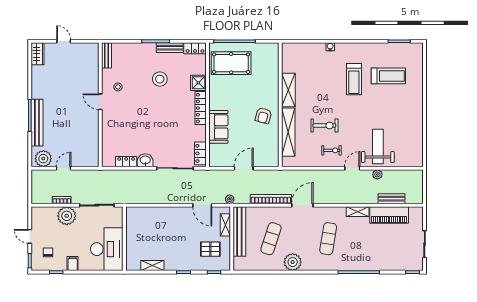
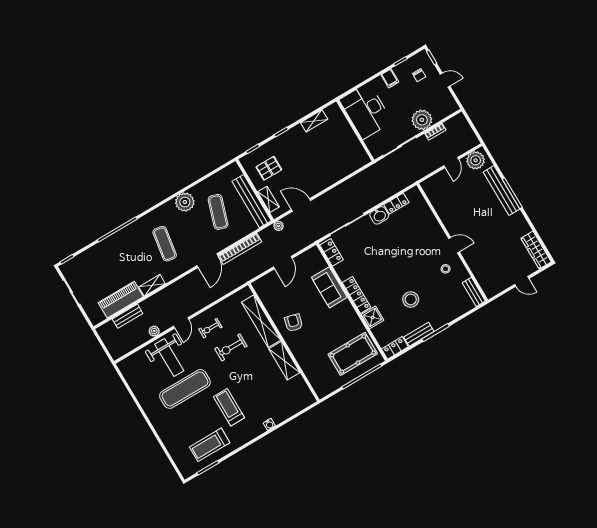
wardrobe: (38, 54) -> (536, 250), width x1.50
treadmill: (388, 76) -> (210, 445), moved
exercise mat: (380, 114) -> (185, 389), added

